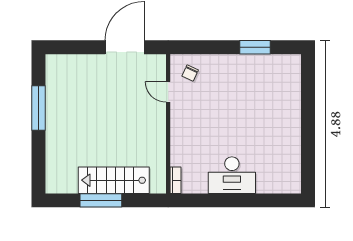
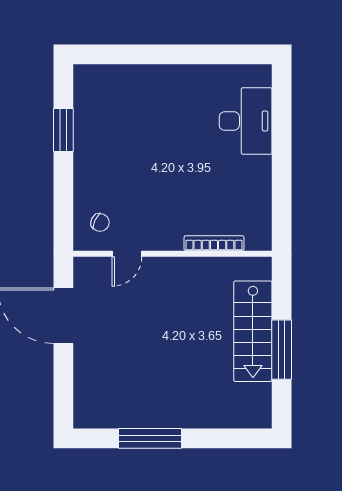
desk: (232, 175) -> (246, 121), moved
bookcase: (176, 180) -> (214, 243), moved, width x1.56

